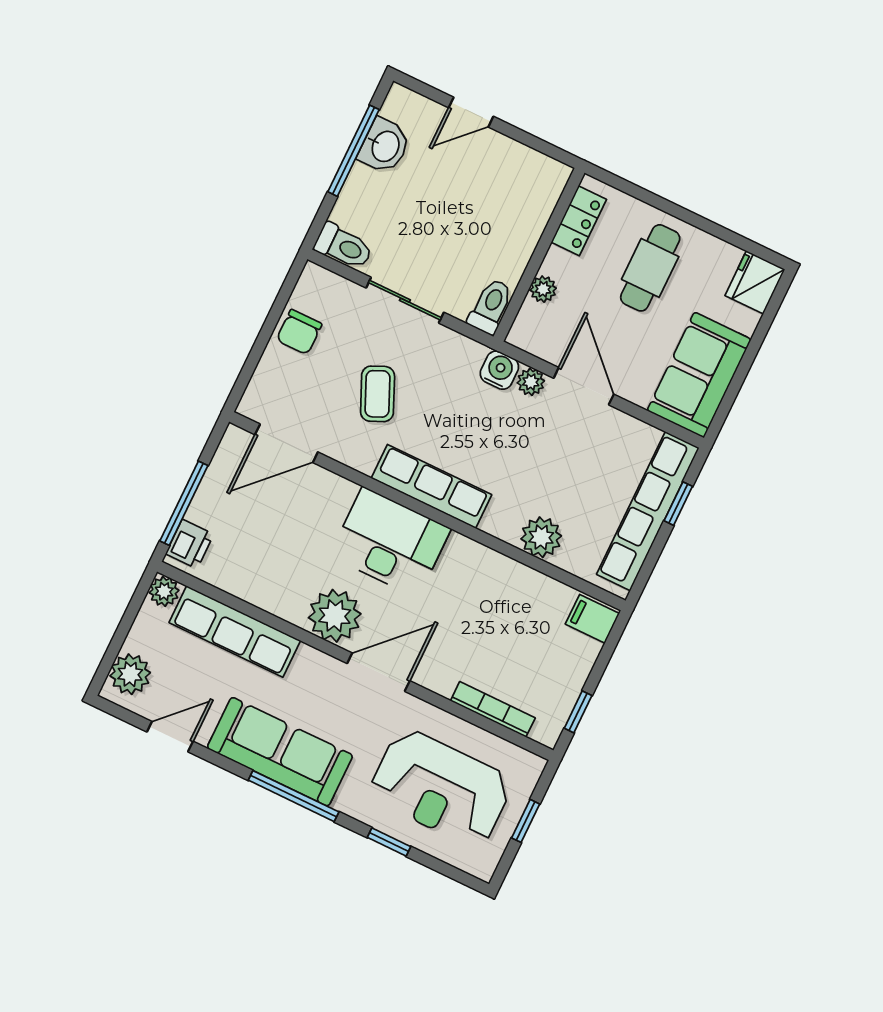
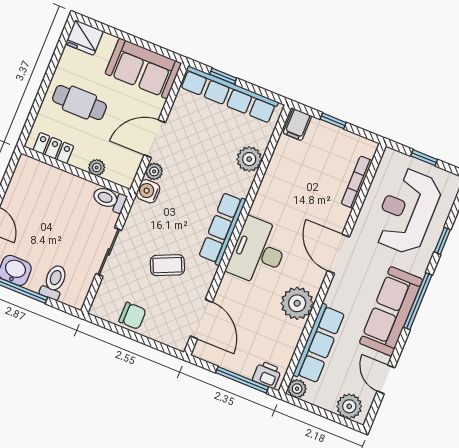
toilet: (344, 246) -> (54, 282), moved
plant: (335, 616) -> (297, 303), moved
window: (578, 712) -> (333, 121), moved
reception desk: (441, 788) -> (407, 211), turned 180

